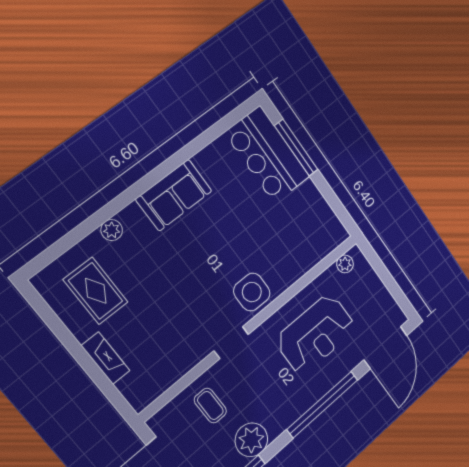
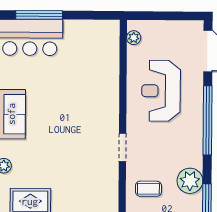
side table: (252, 292) -> (103, 111), removed
reception desk: (316, 334) -> (161, 91), turned 180

